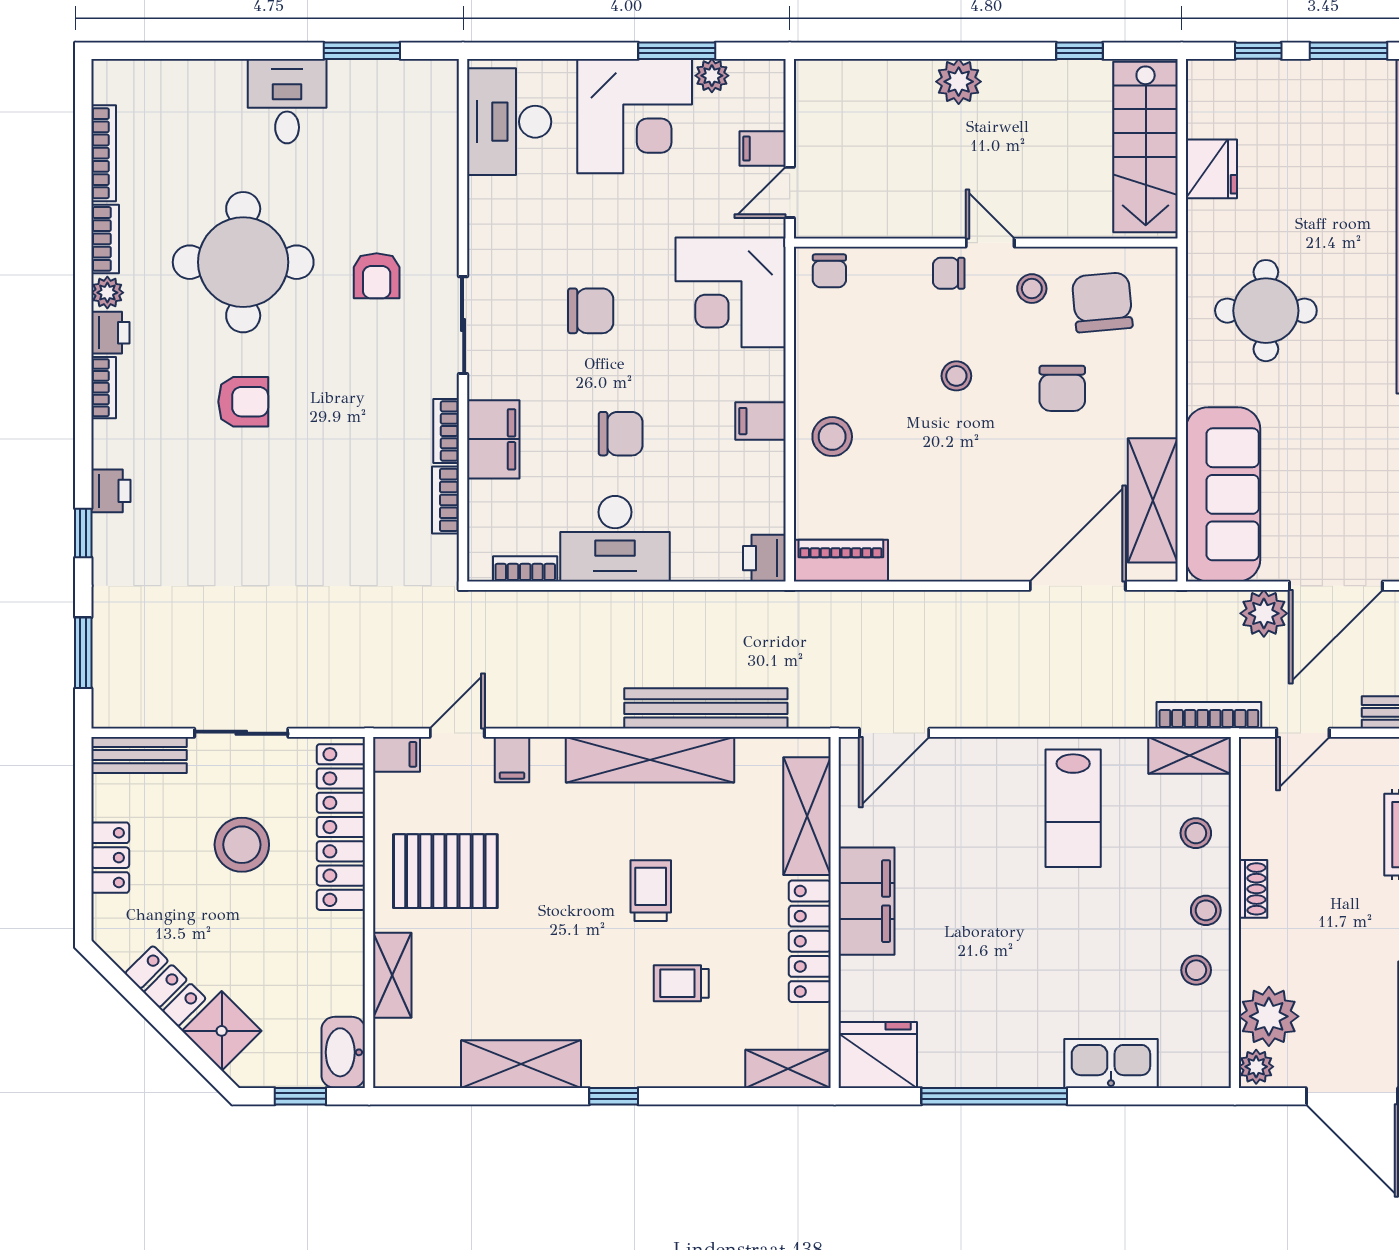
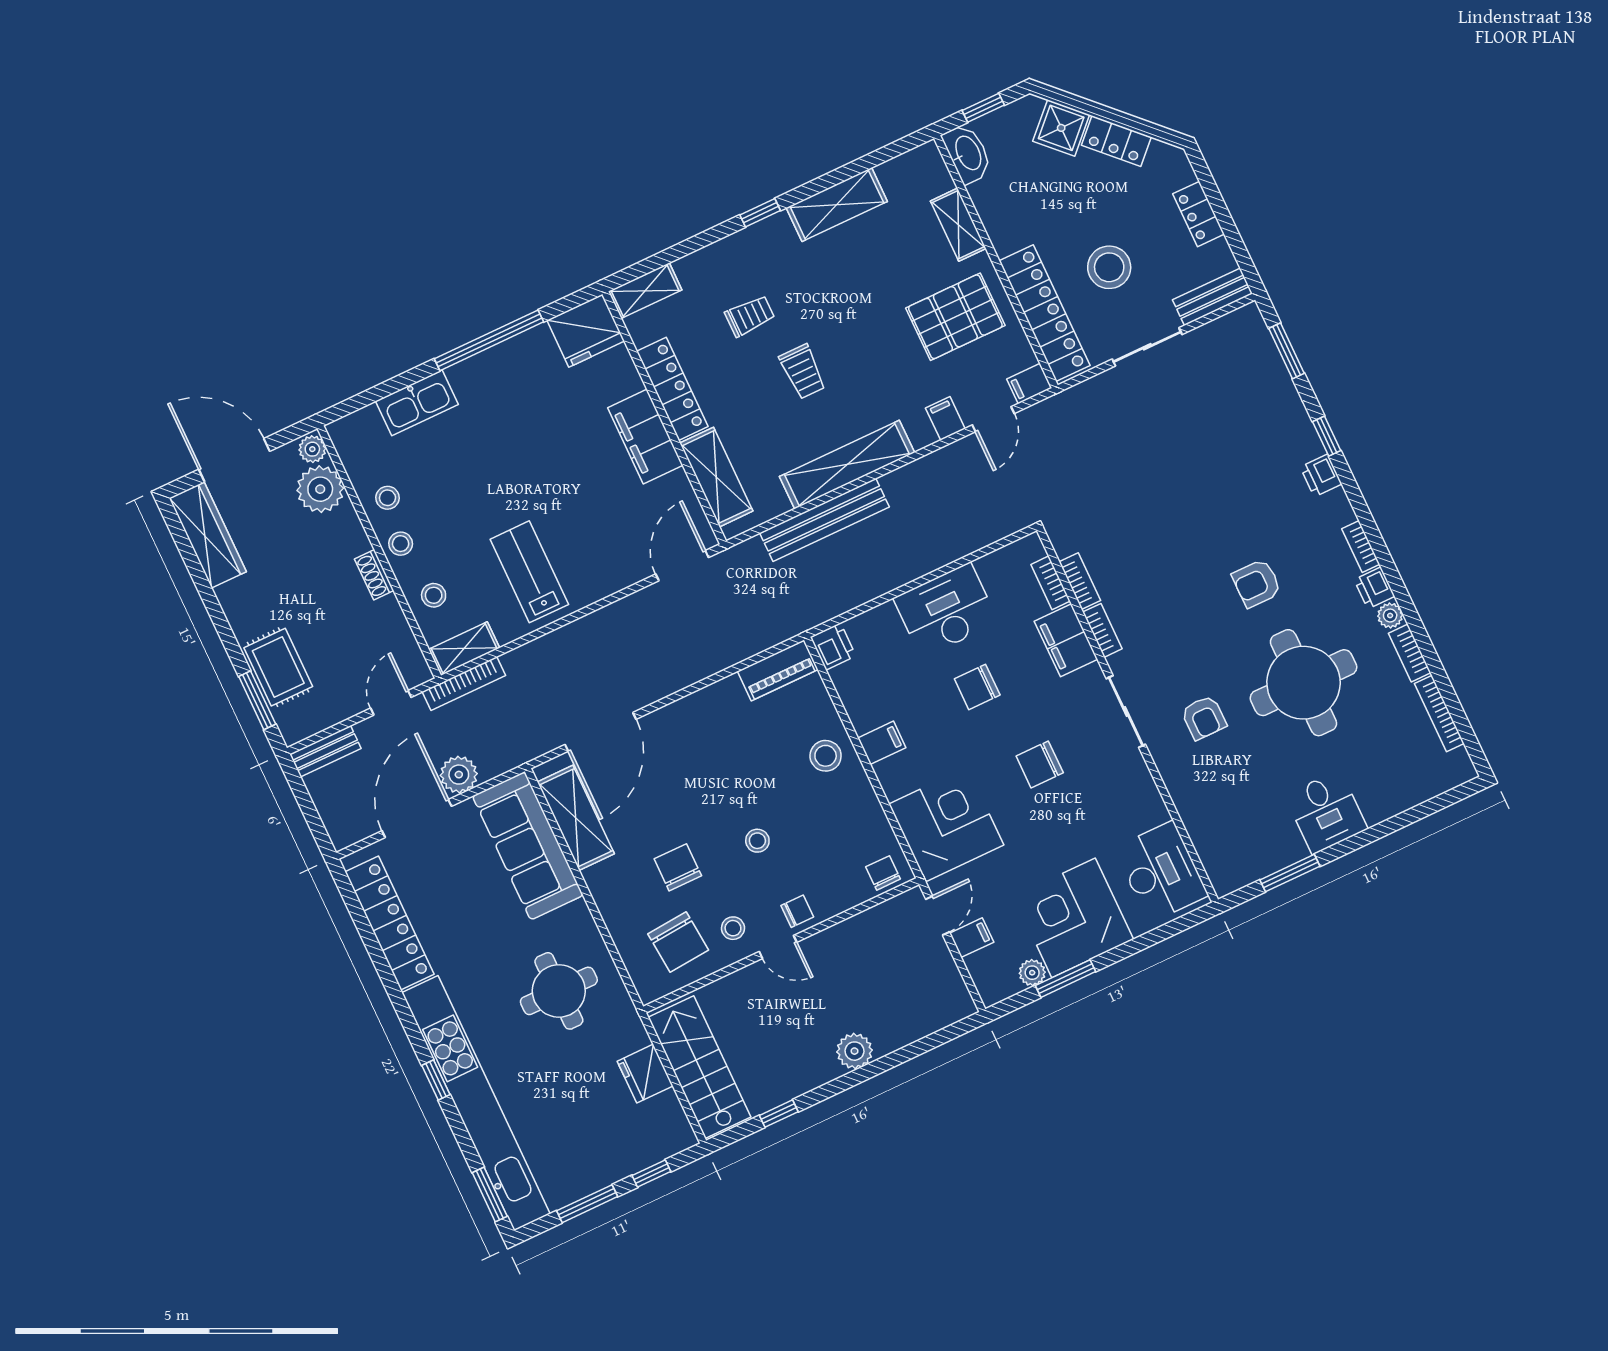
armchair: (377, 276) -> (1204, 718), turned 180
bookcase: (525, 569) -> (1051, 583), moved, turned 90

